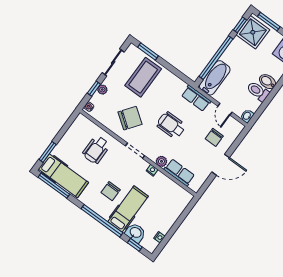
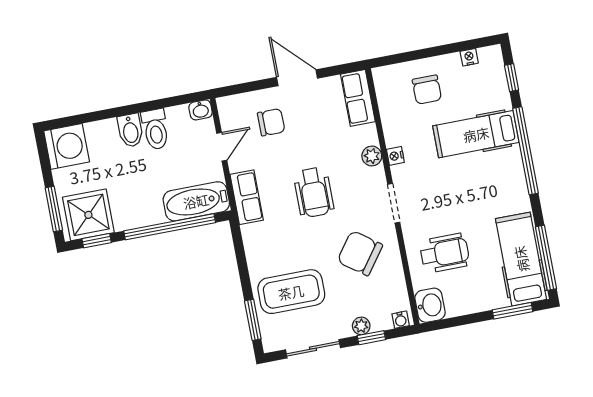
row of seats: (179, 173) -> (358, 98), moved
chair: (111, 191) -> (427, 90), moved, turned 90
washbasin: (135, 233) -> (430, 305), moved, turned 180

